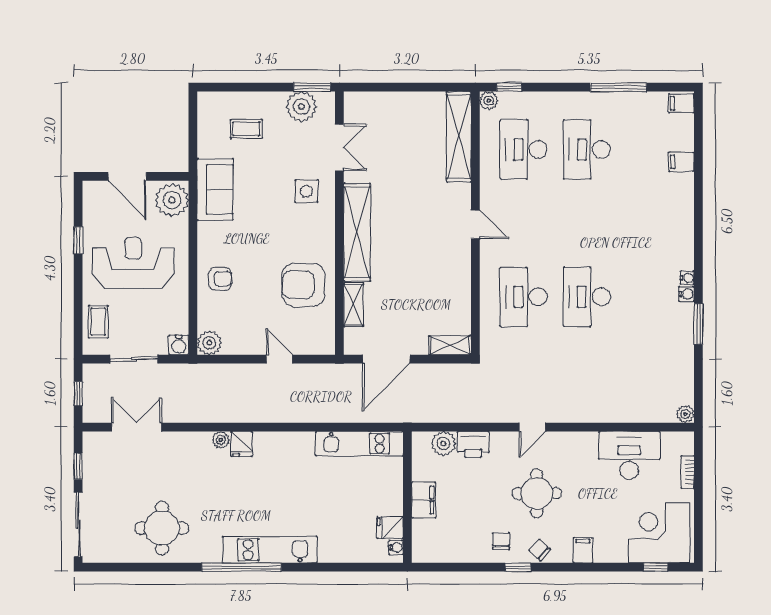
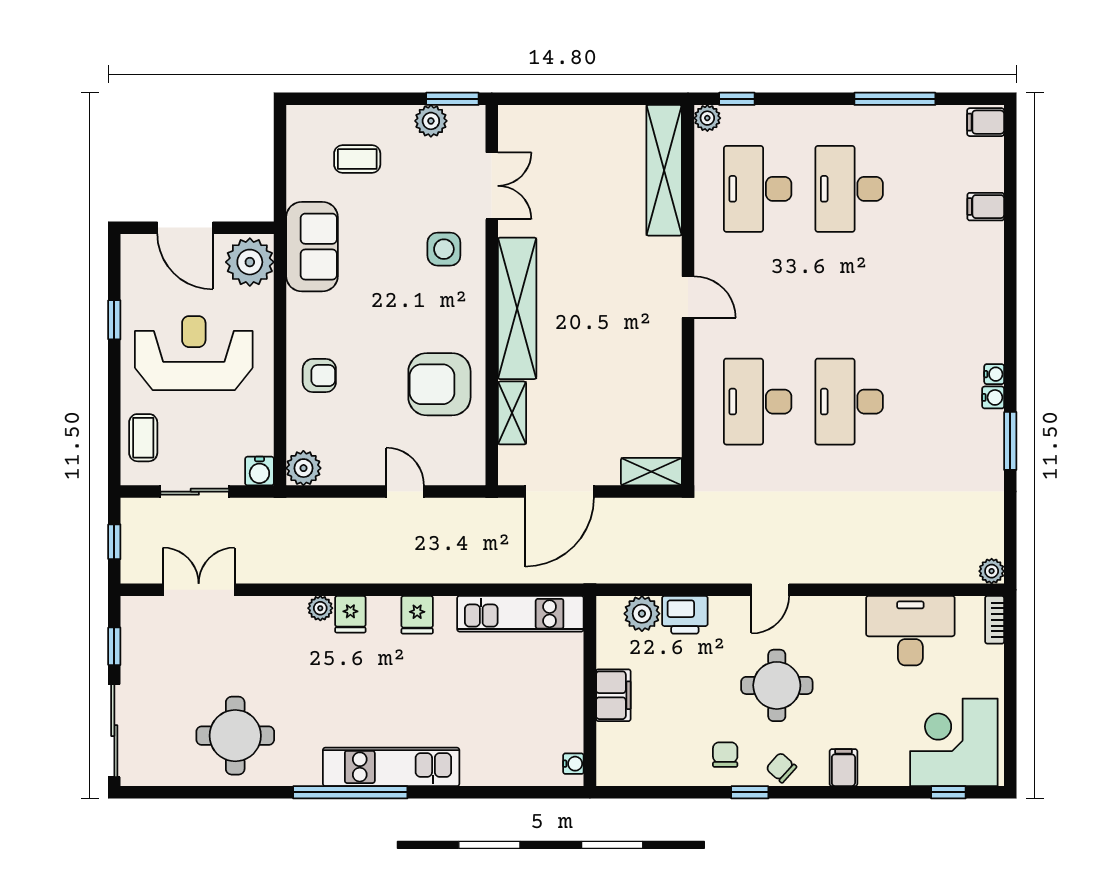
plant: (301, 107) -> (431, 121), width x0.73, depth x0.73
bookcase: (688, 472) -> (995, 620), moved
fridge: (390, 528) -> (417, 615), moved, turned -90

